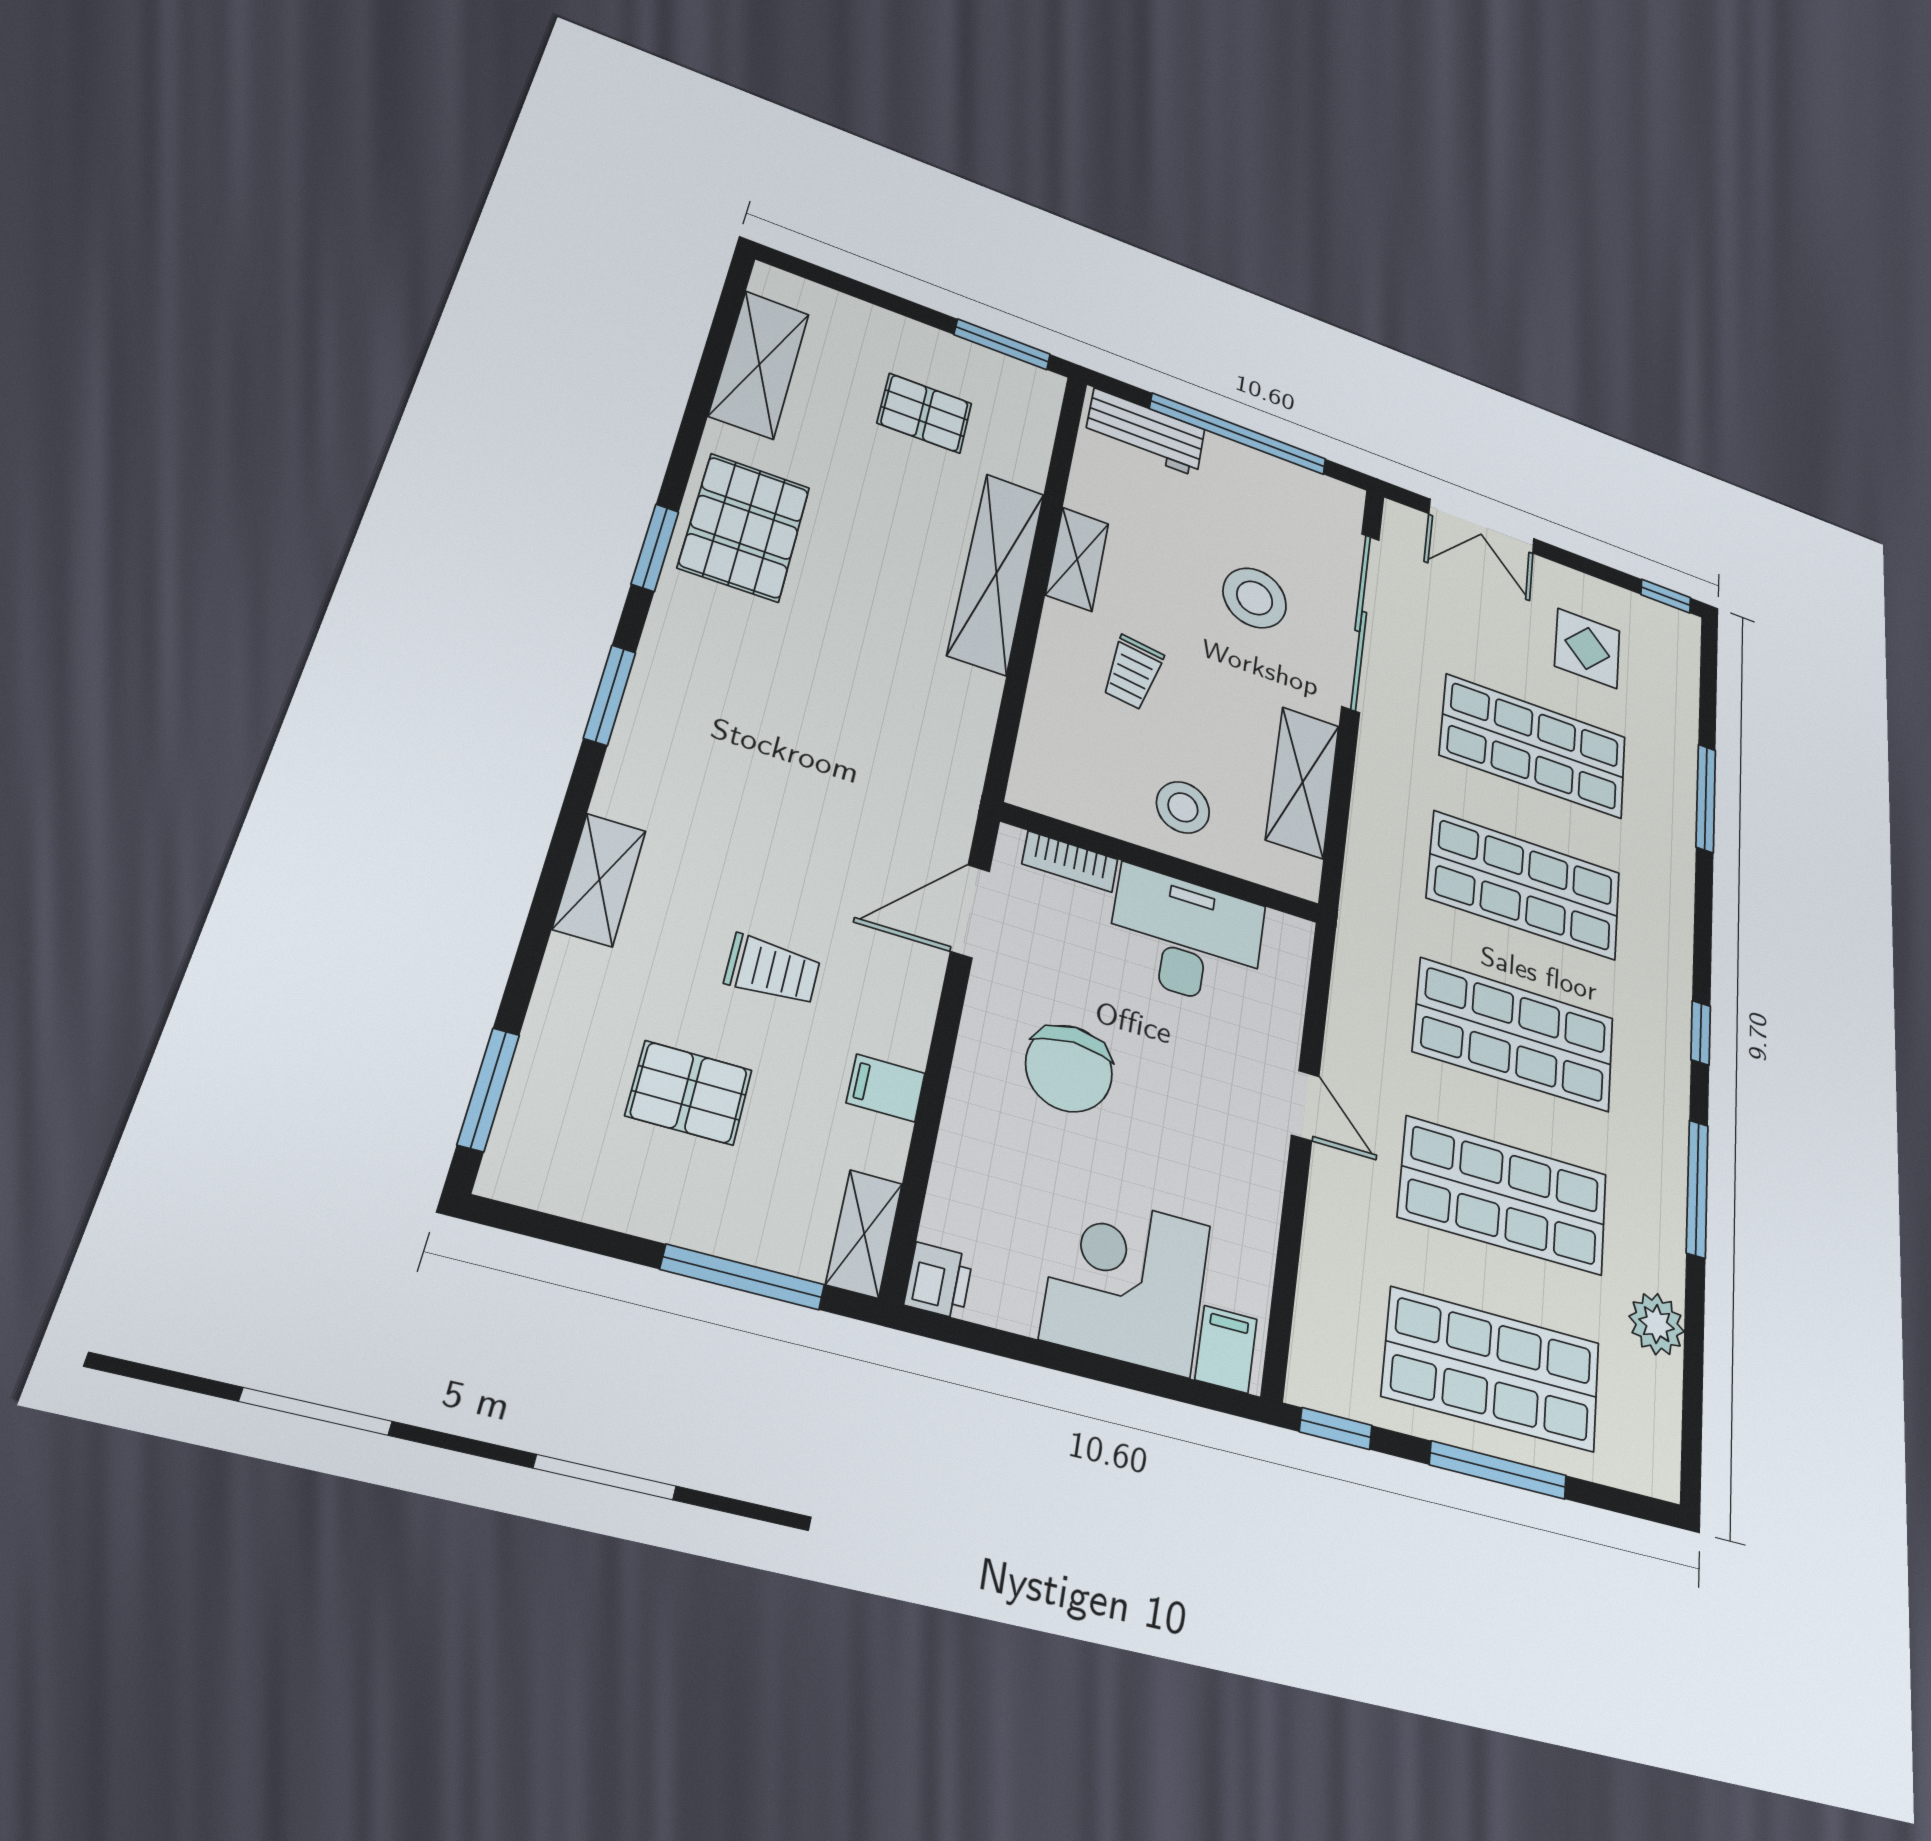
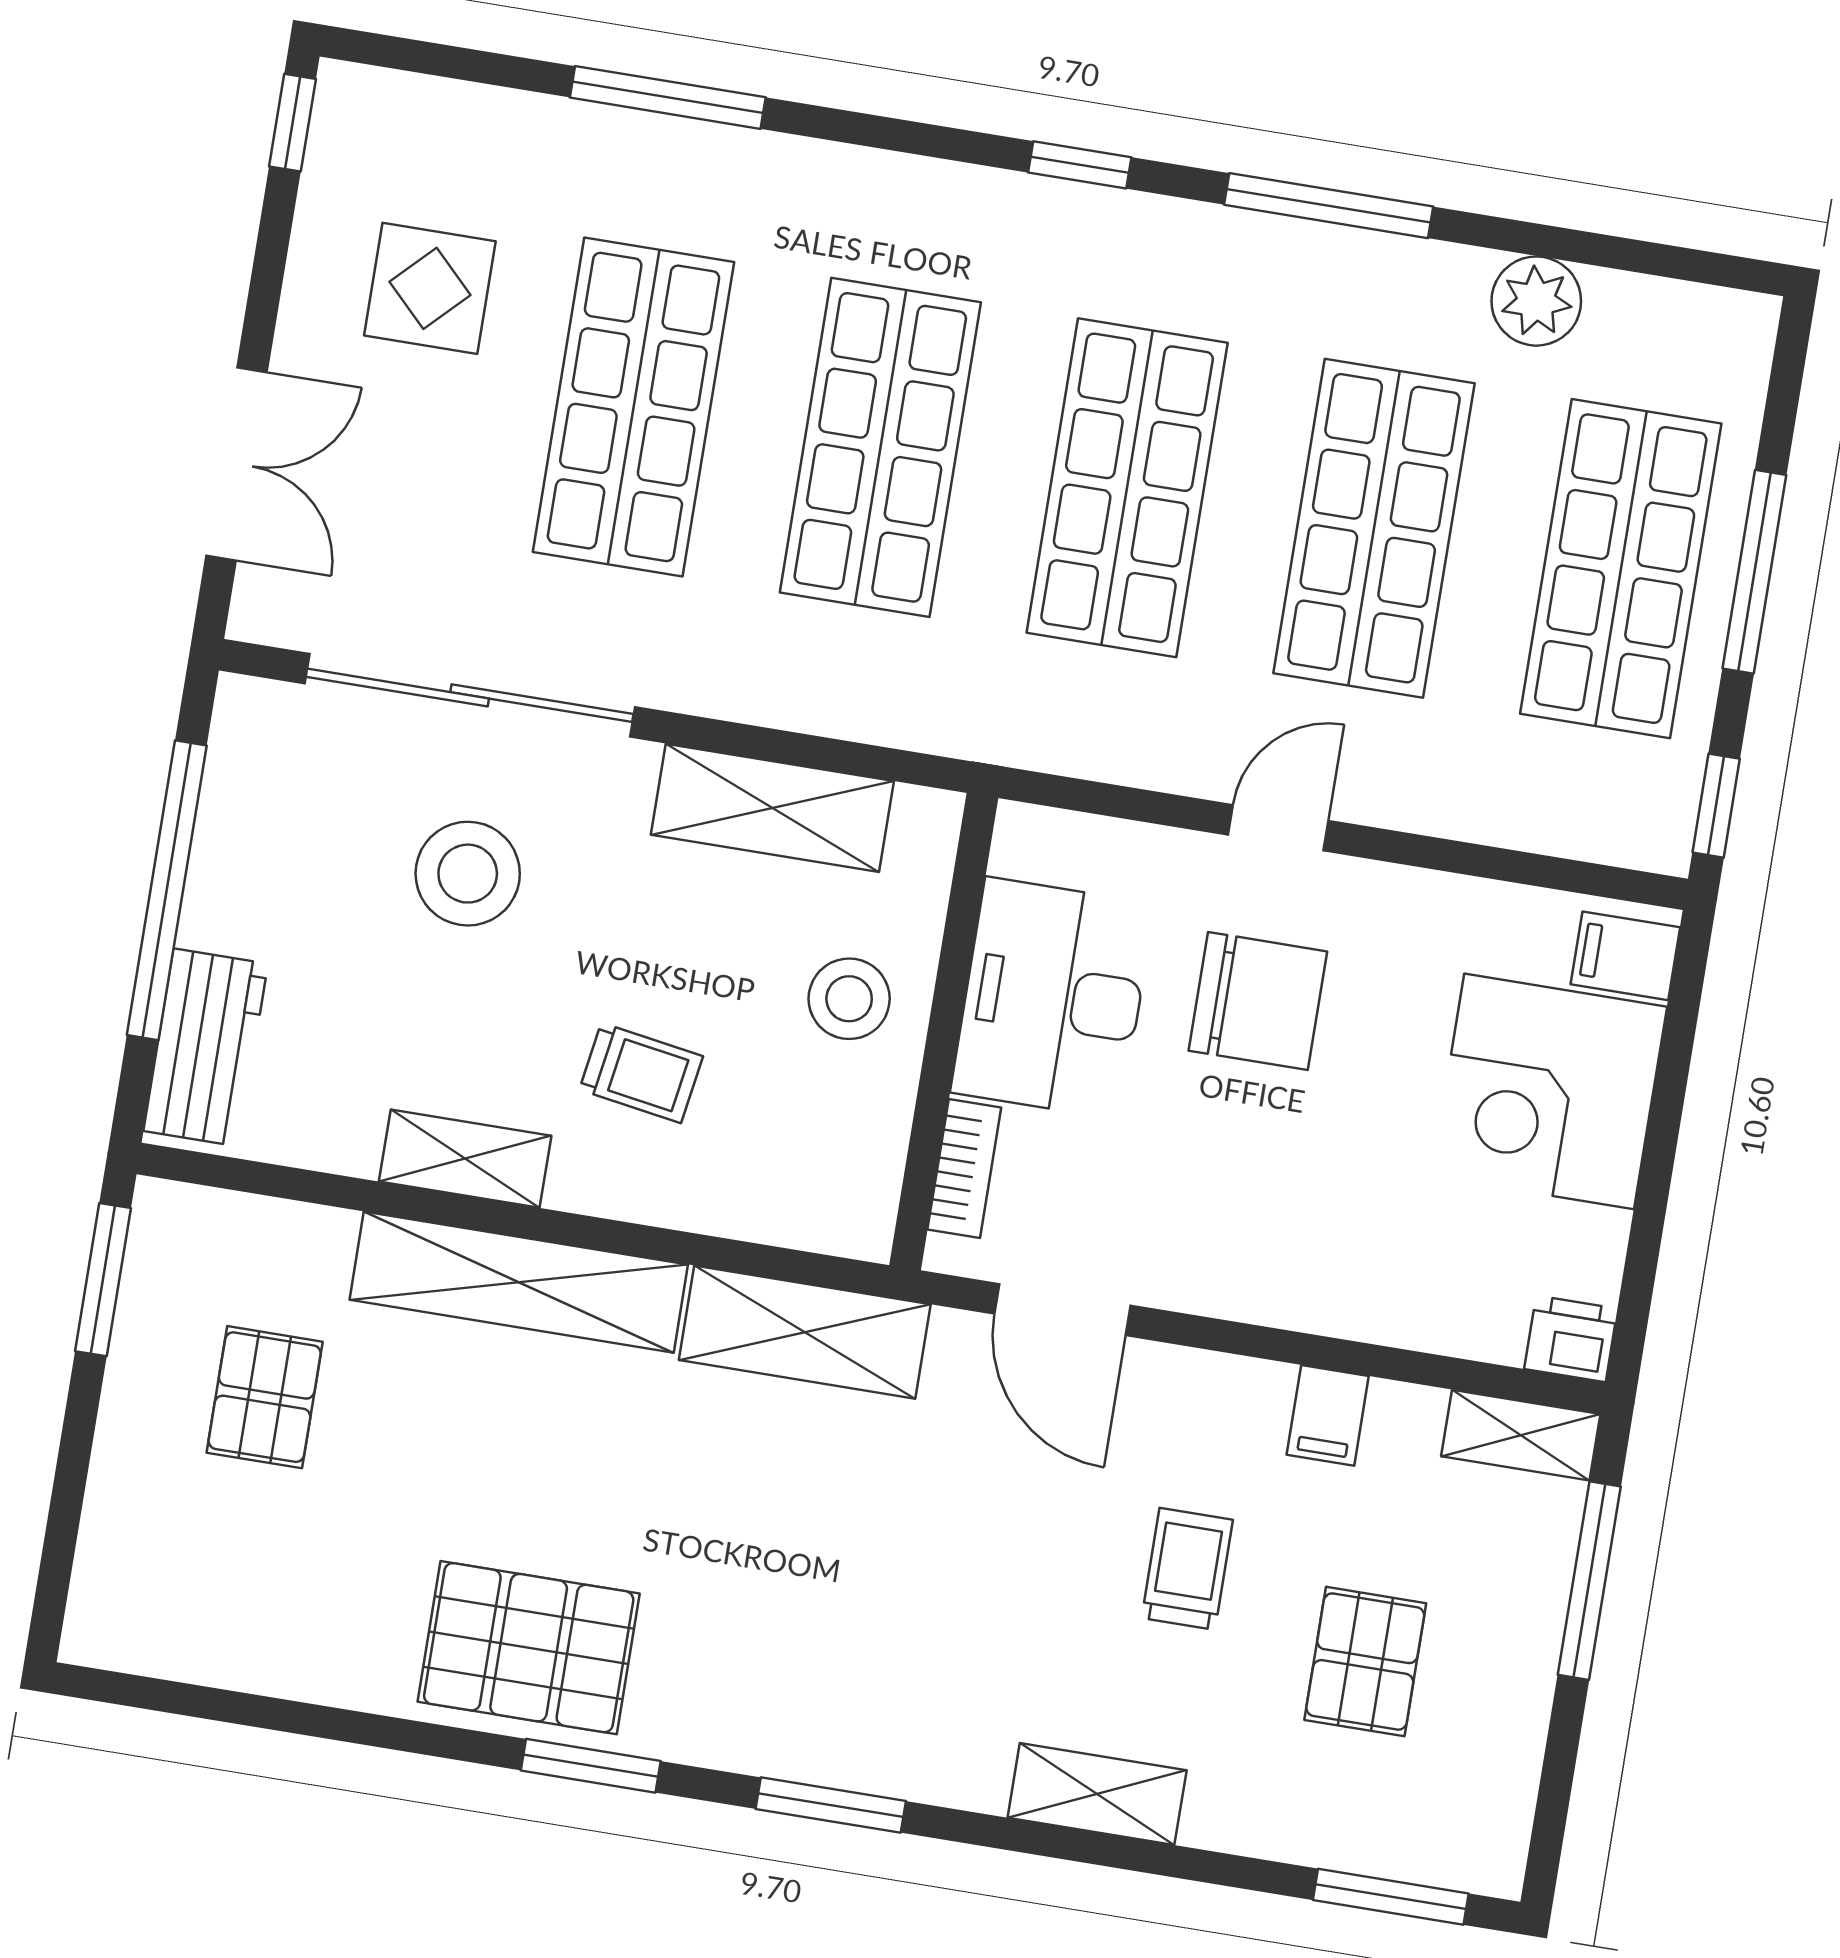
shelving: (759, 364) -> (805, 1332), moved
chair: (1069, 1068) -> (1258, 1001), moved

